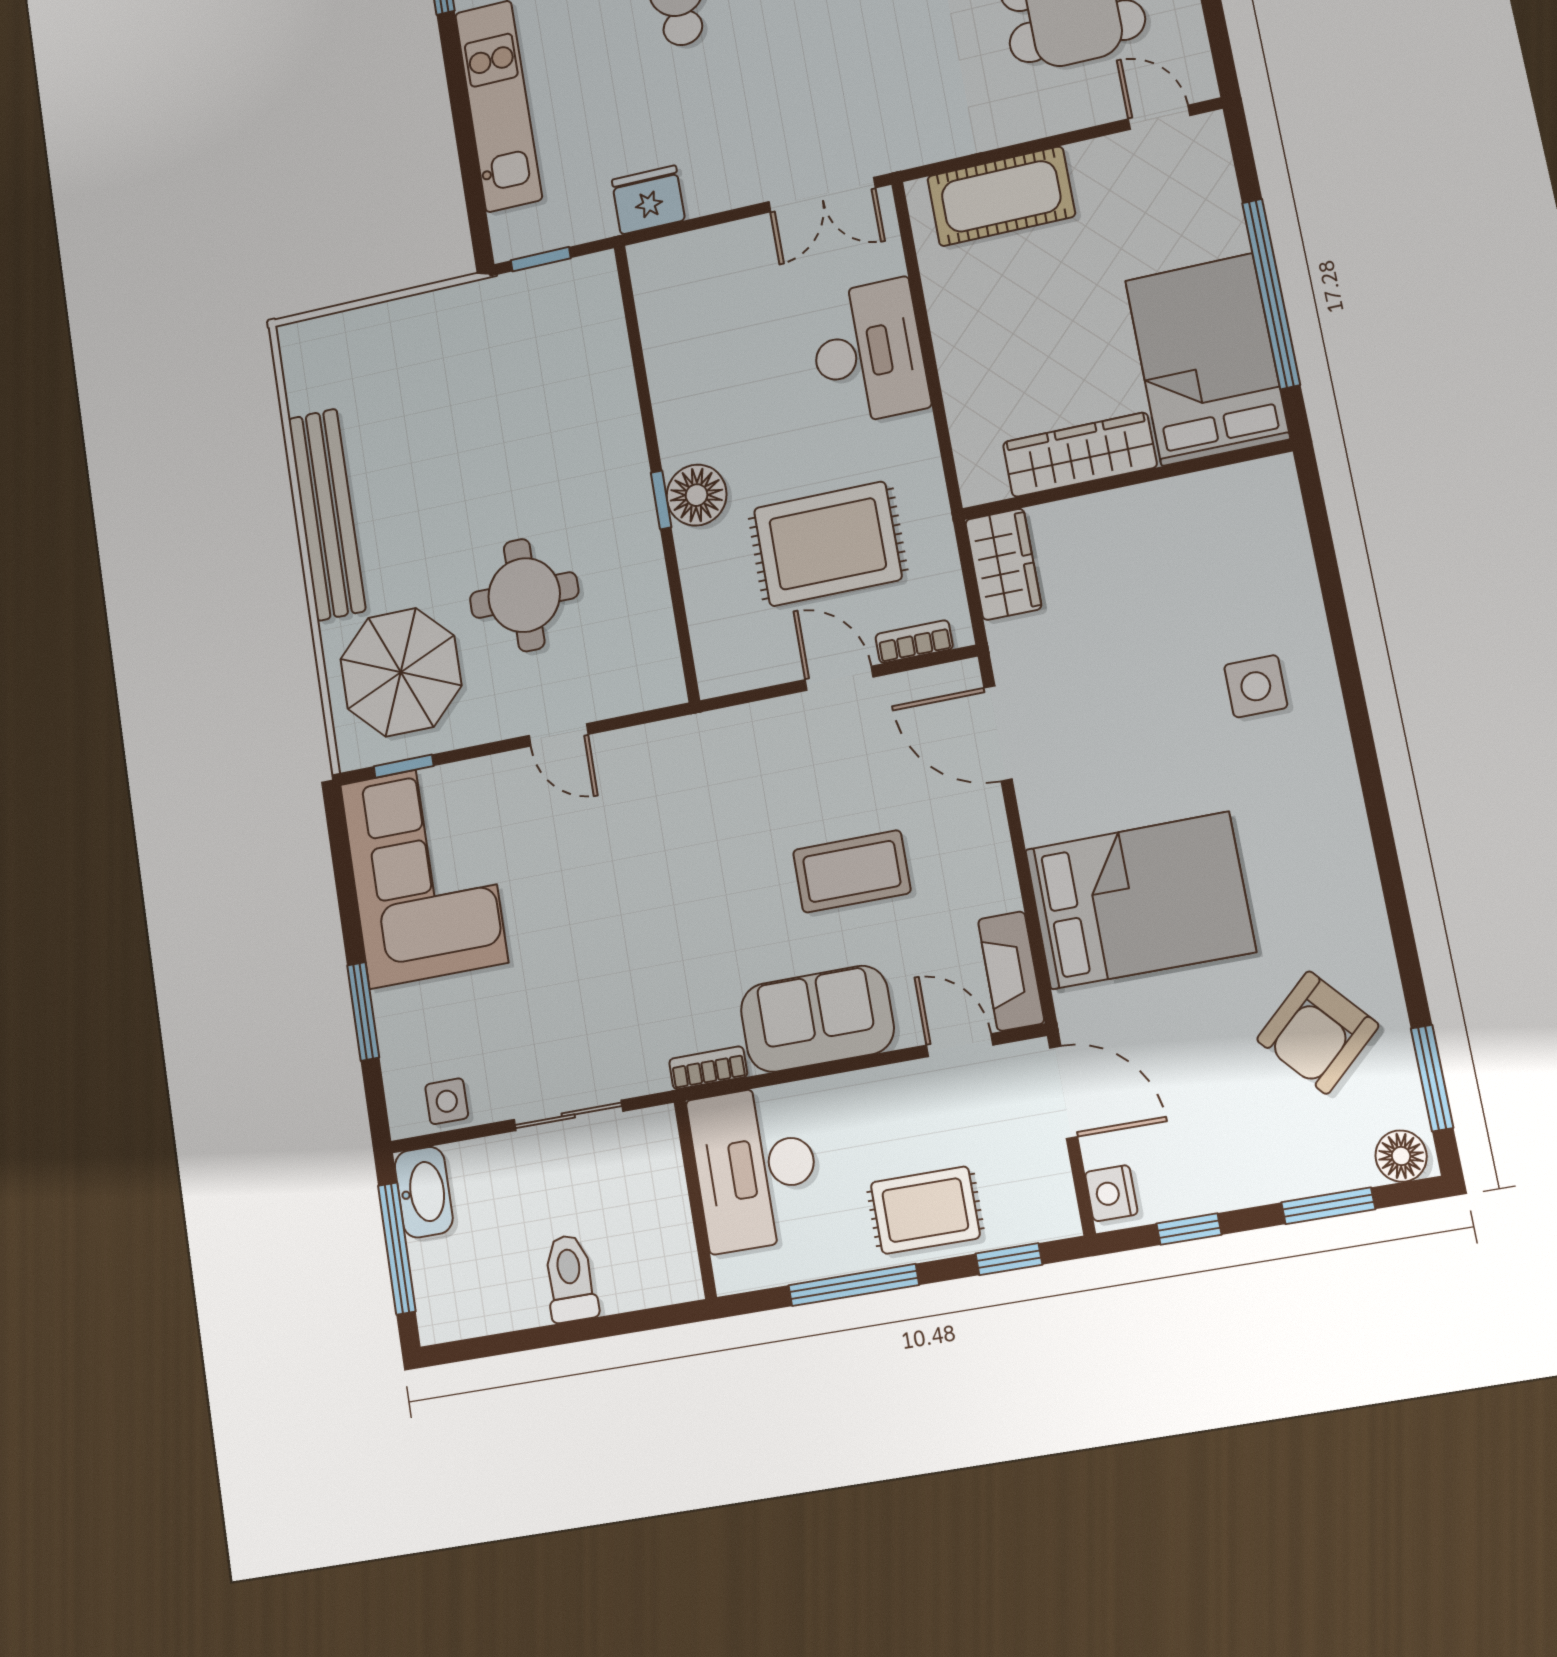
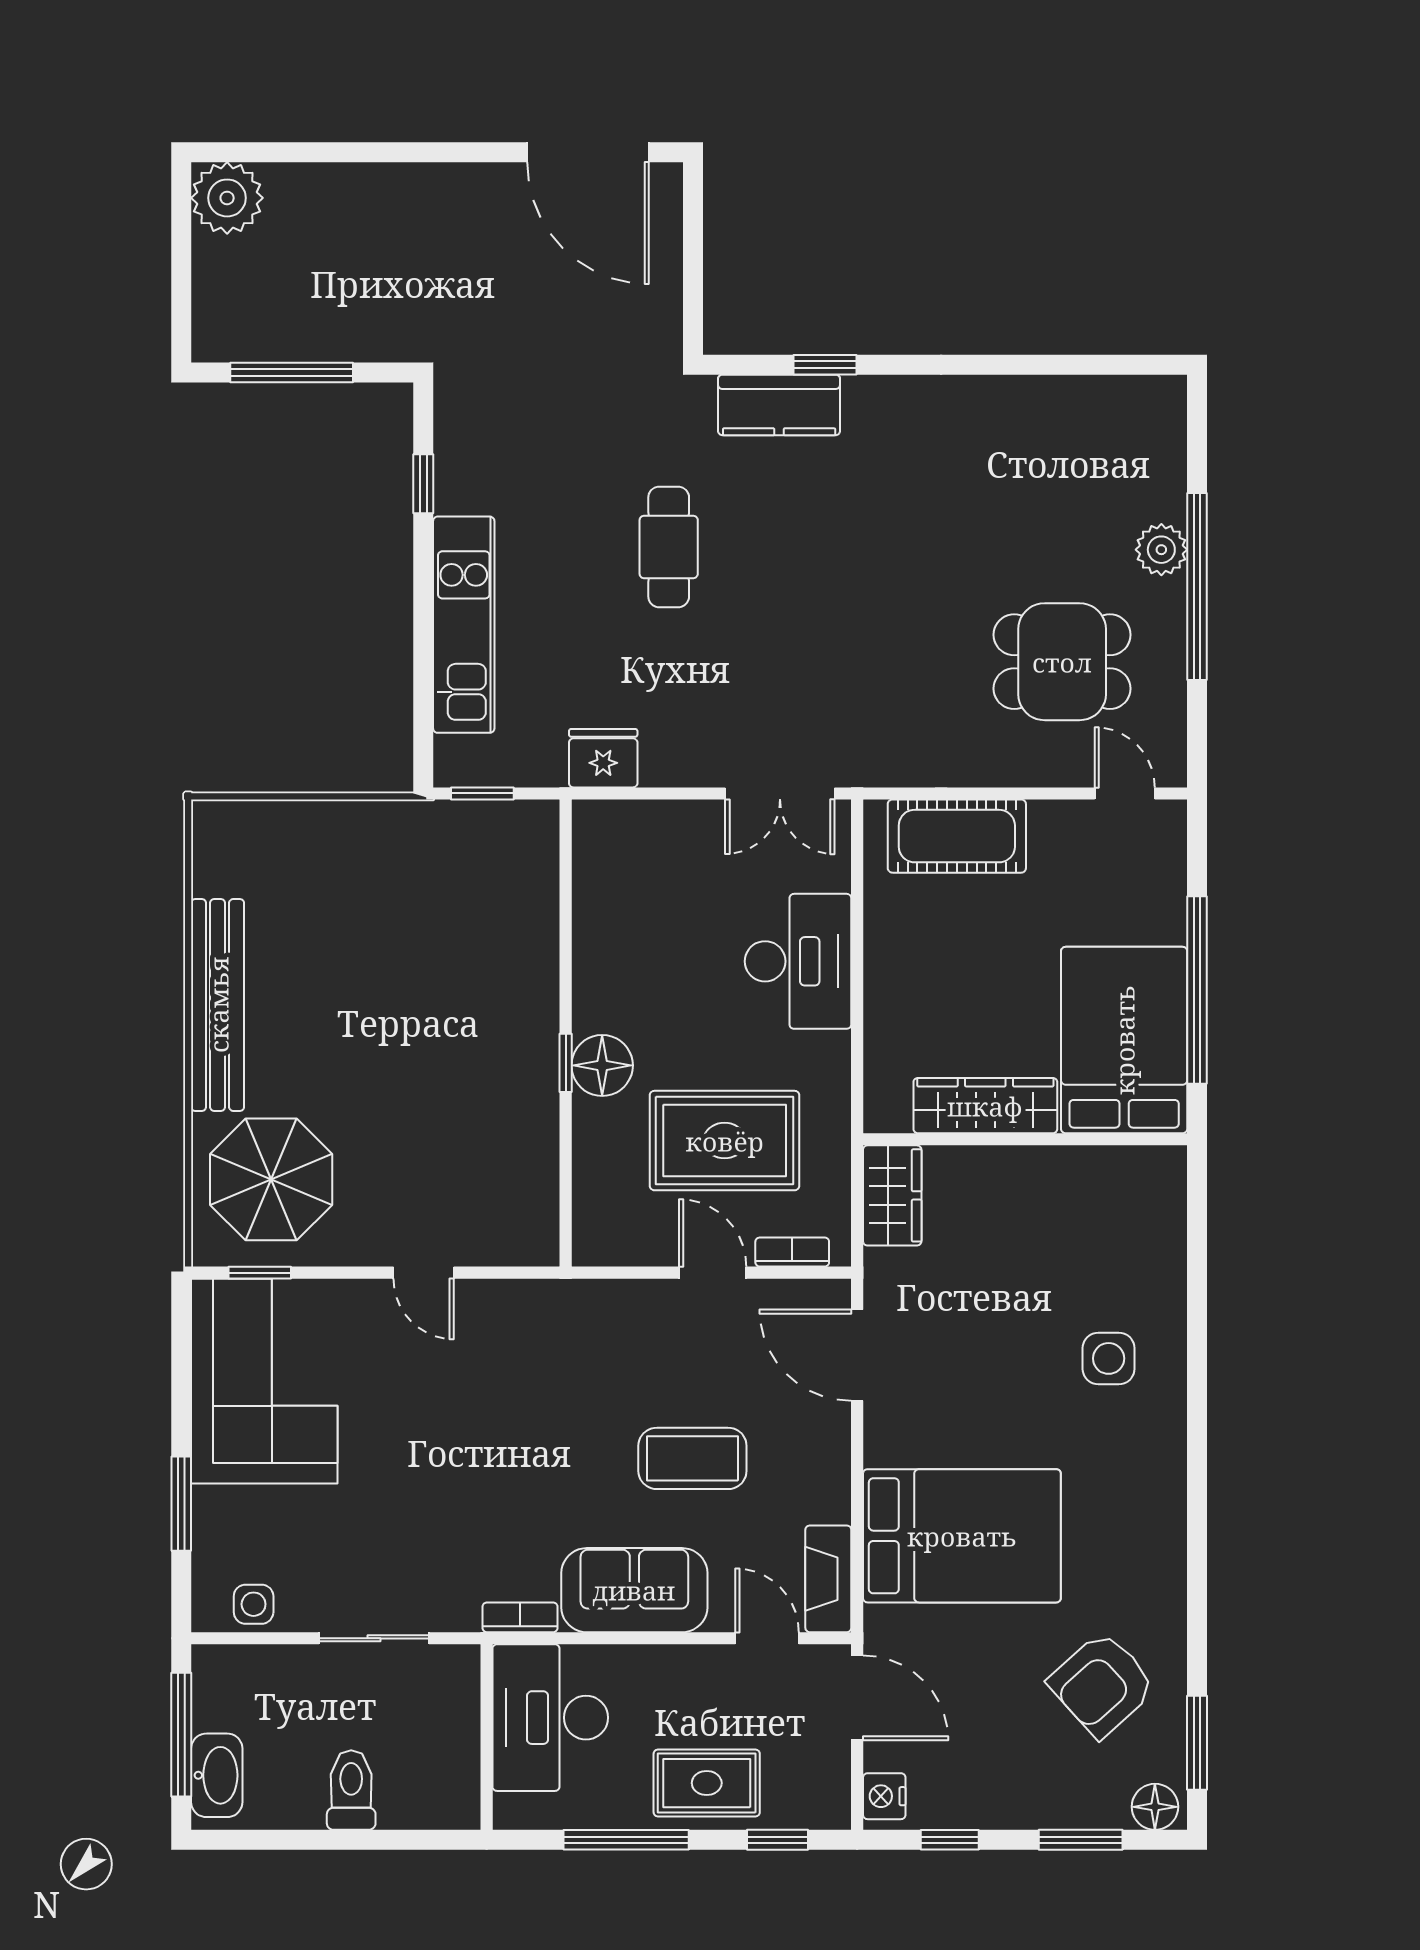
round table: (524, 595) -> (411, 1128), removed
washbasin: (424, 1192) -> (217, 1775), moved

